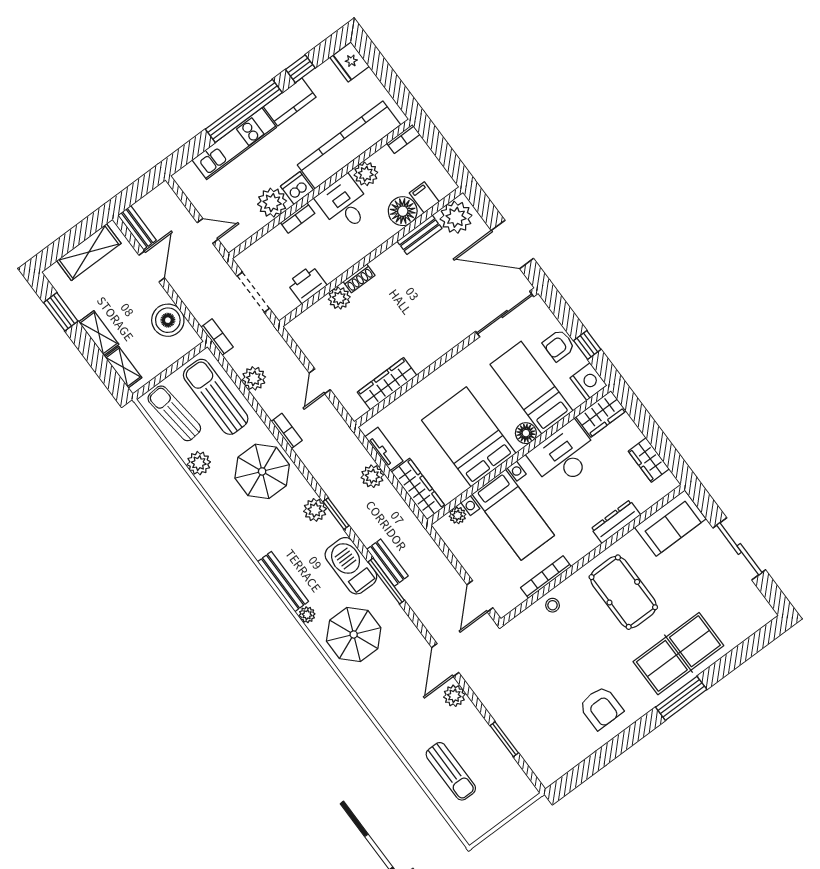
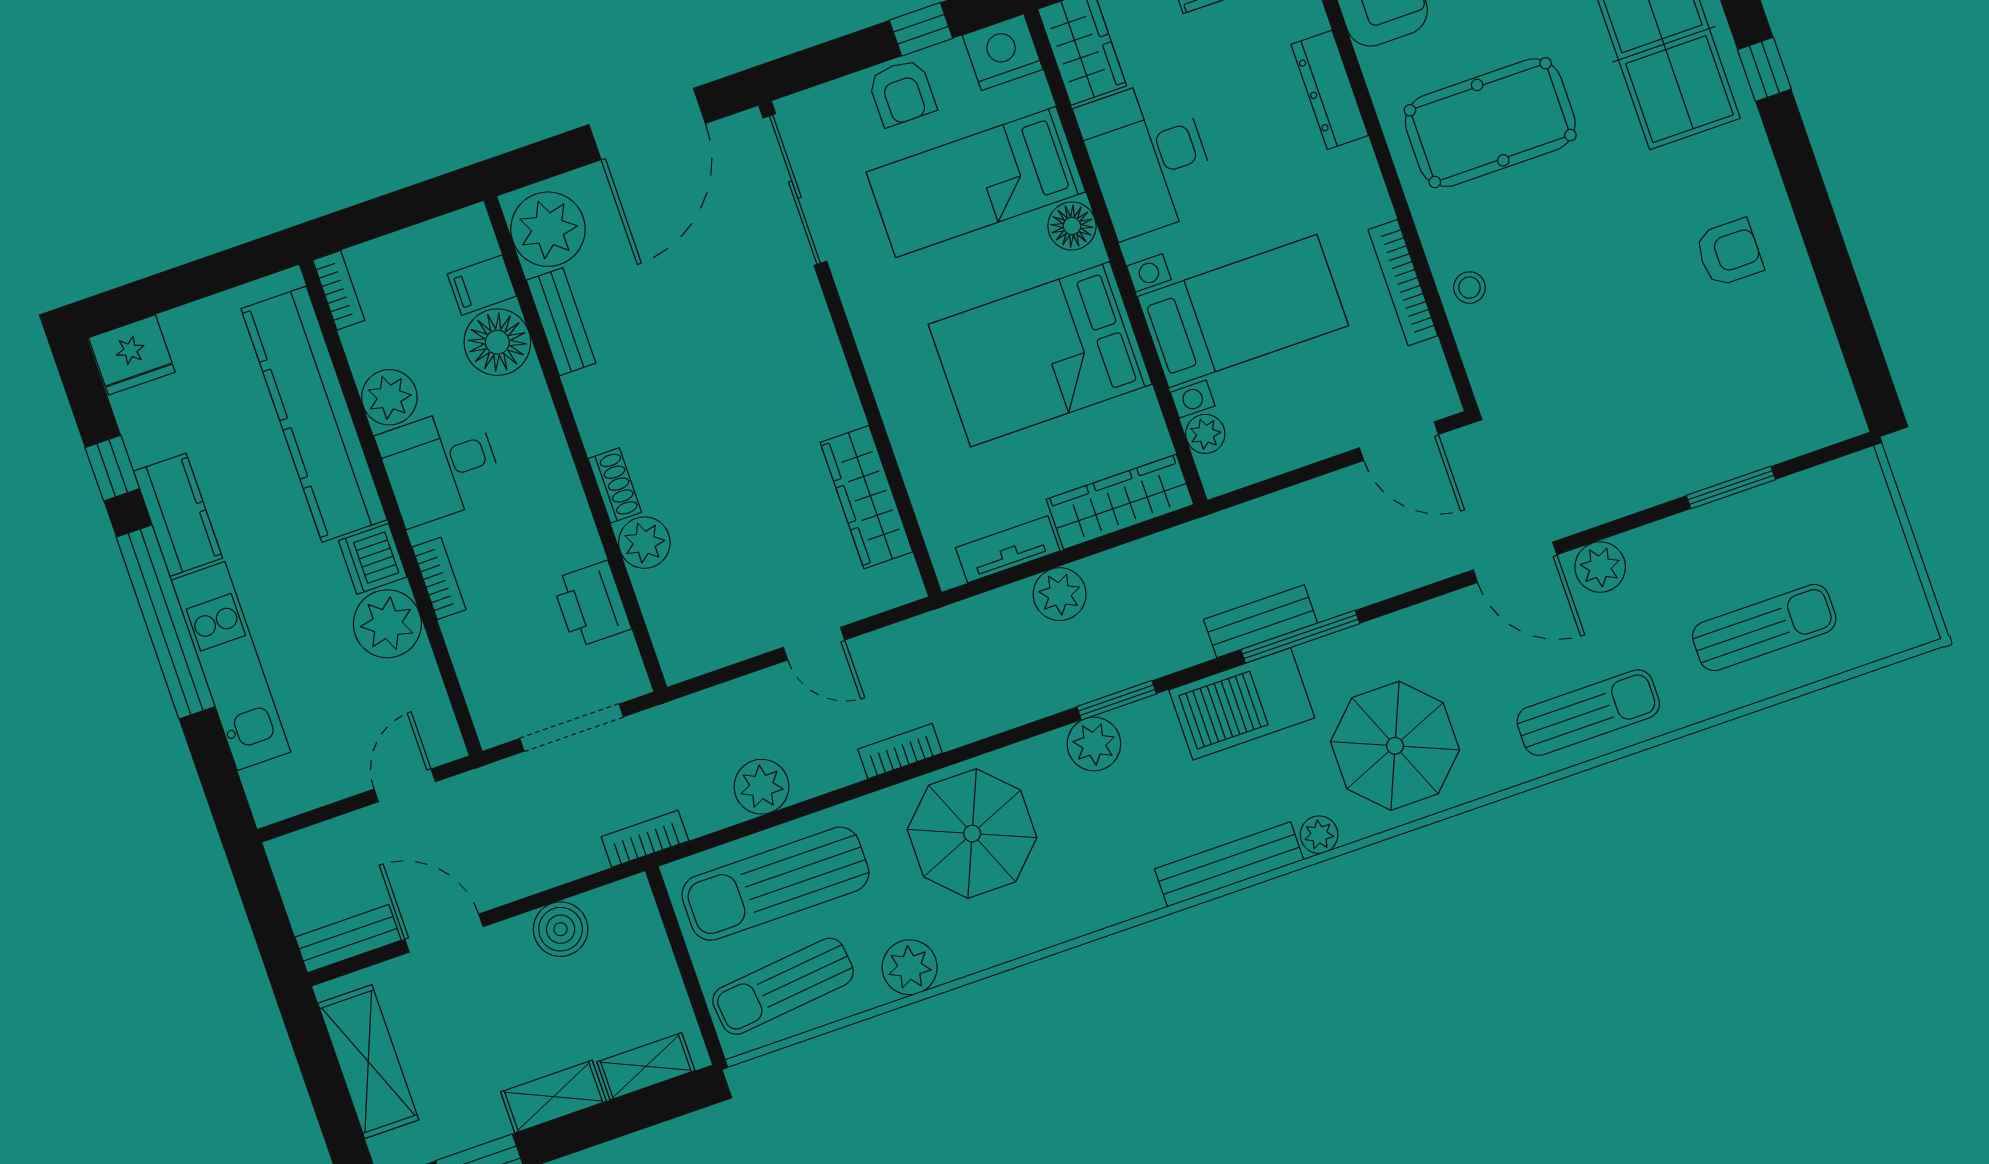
boiler: (168, 320) -> (561, 929), width x0.73, depth x0.73
window: (681, 698) -> (1764, 69), width x0.46
armchair: (601, 708) -> (1729, 253), width x0.72, depth x0.72
sun lounger: (393, 710) -> (1588, 713), added

